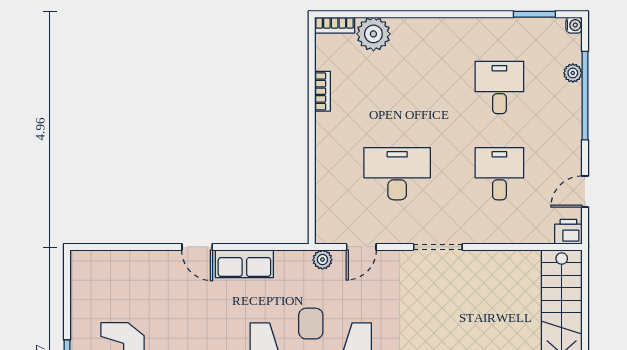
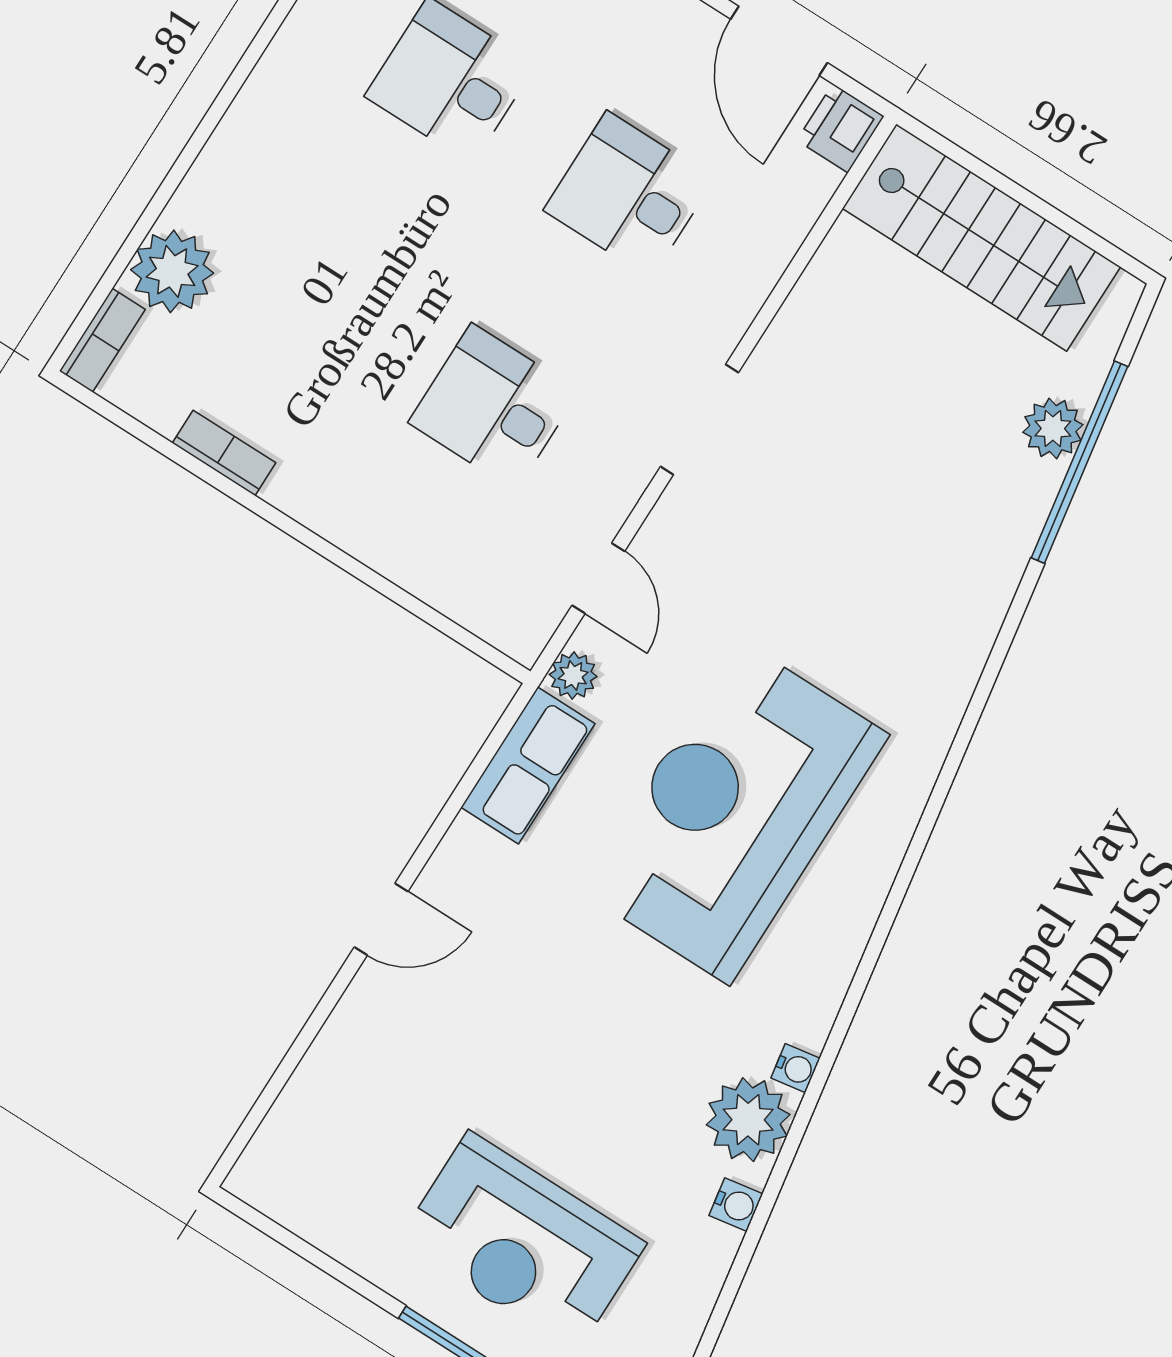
desk: (397, 174) -> (494, 407), width x0.73
door: (585, 192) -> (779, 41), width x1.38
row of seats: (244, 264) -> (528, 765), moved

